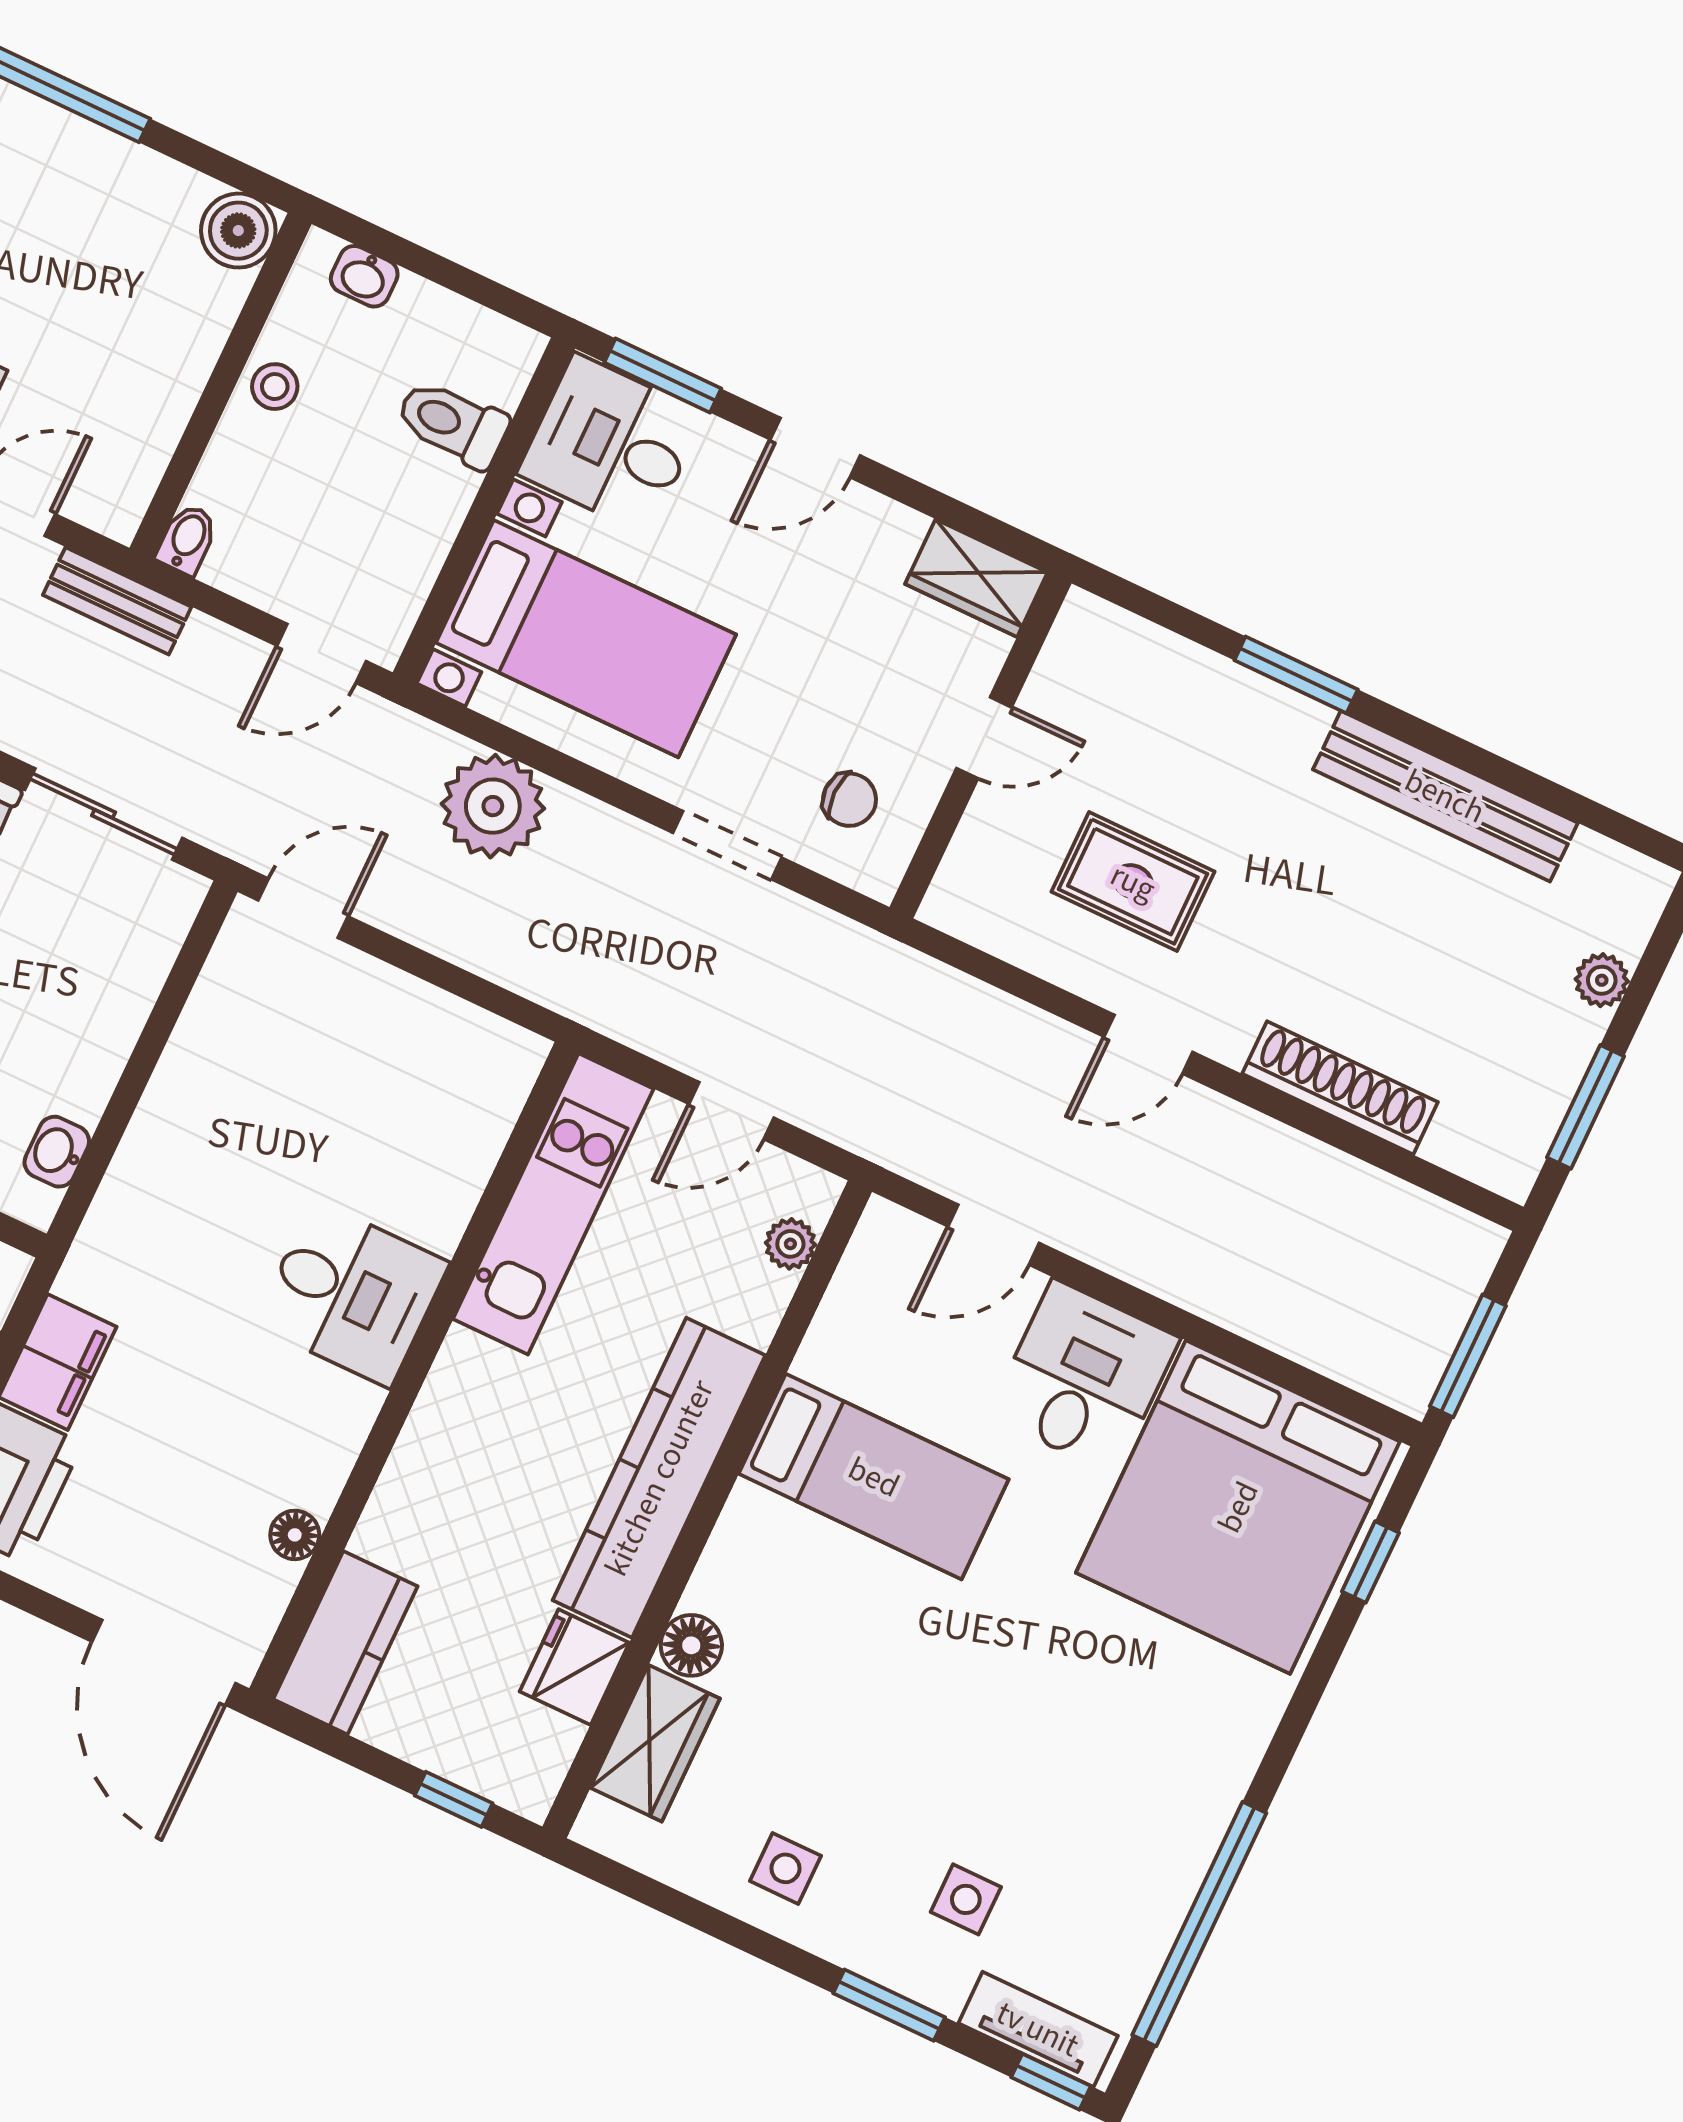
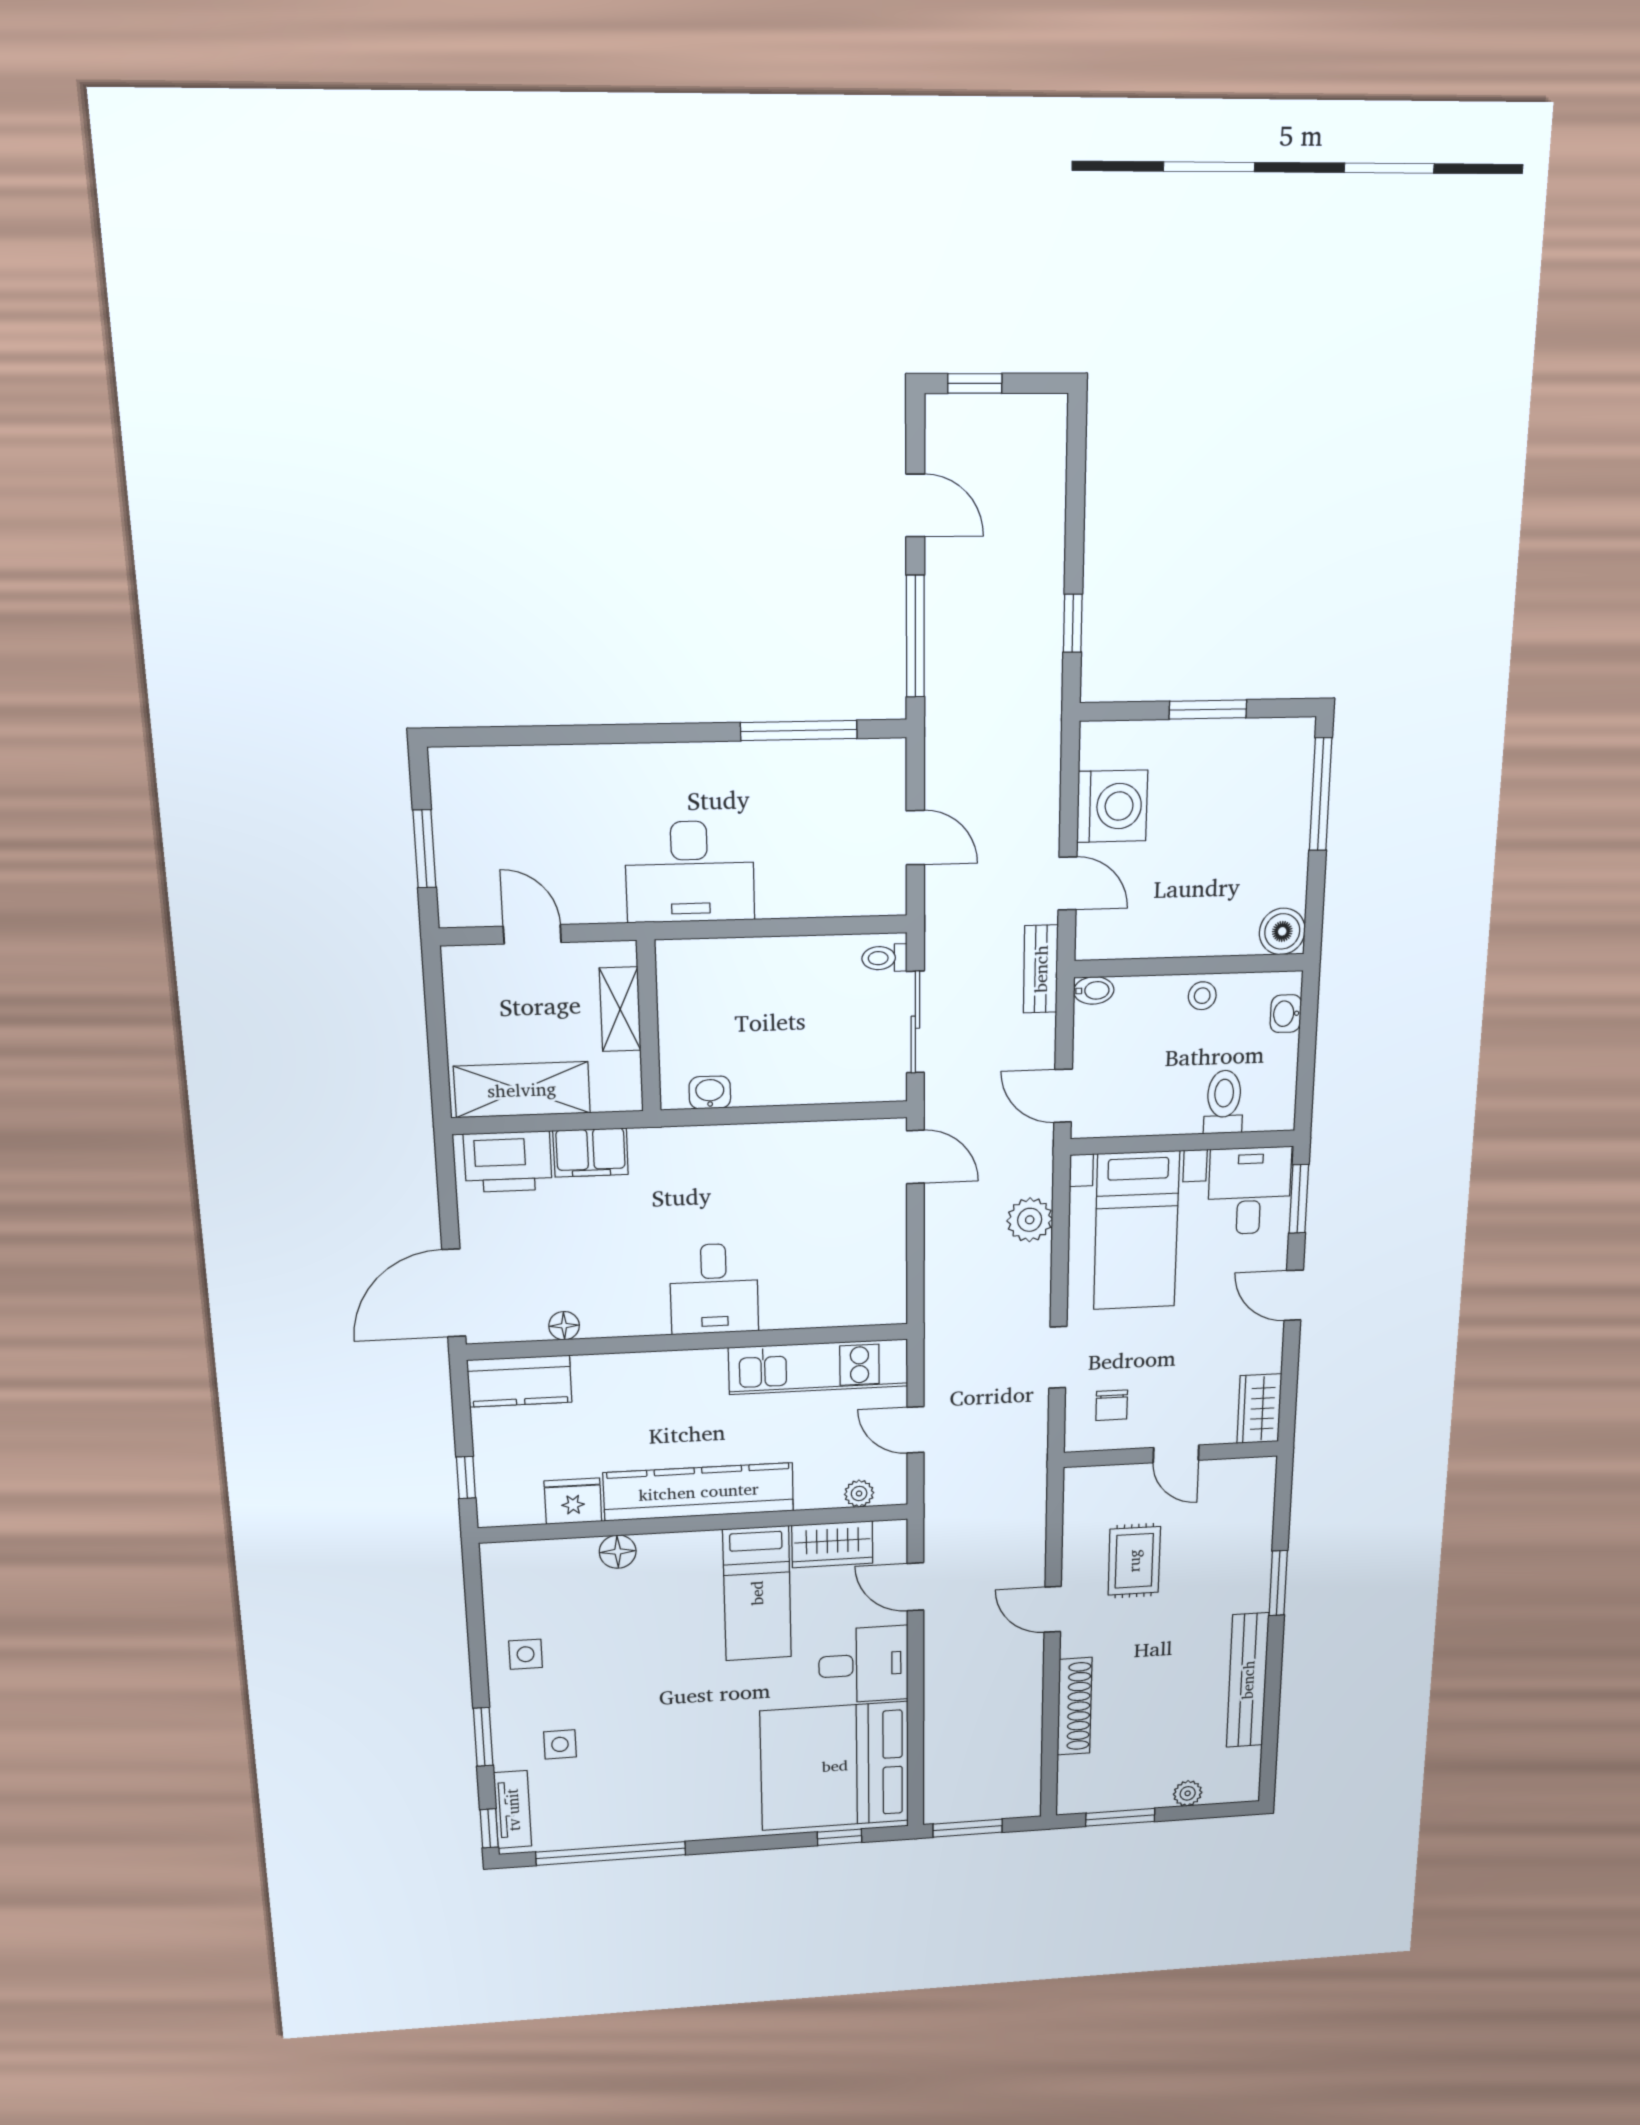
plant: (493, 806) -> (1030, 1220), width x0.73, depth x0.73
wardrobe: (655, 1743) -> (832, 1544), moved

